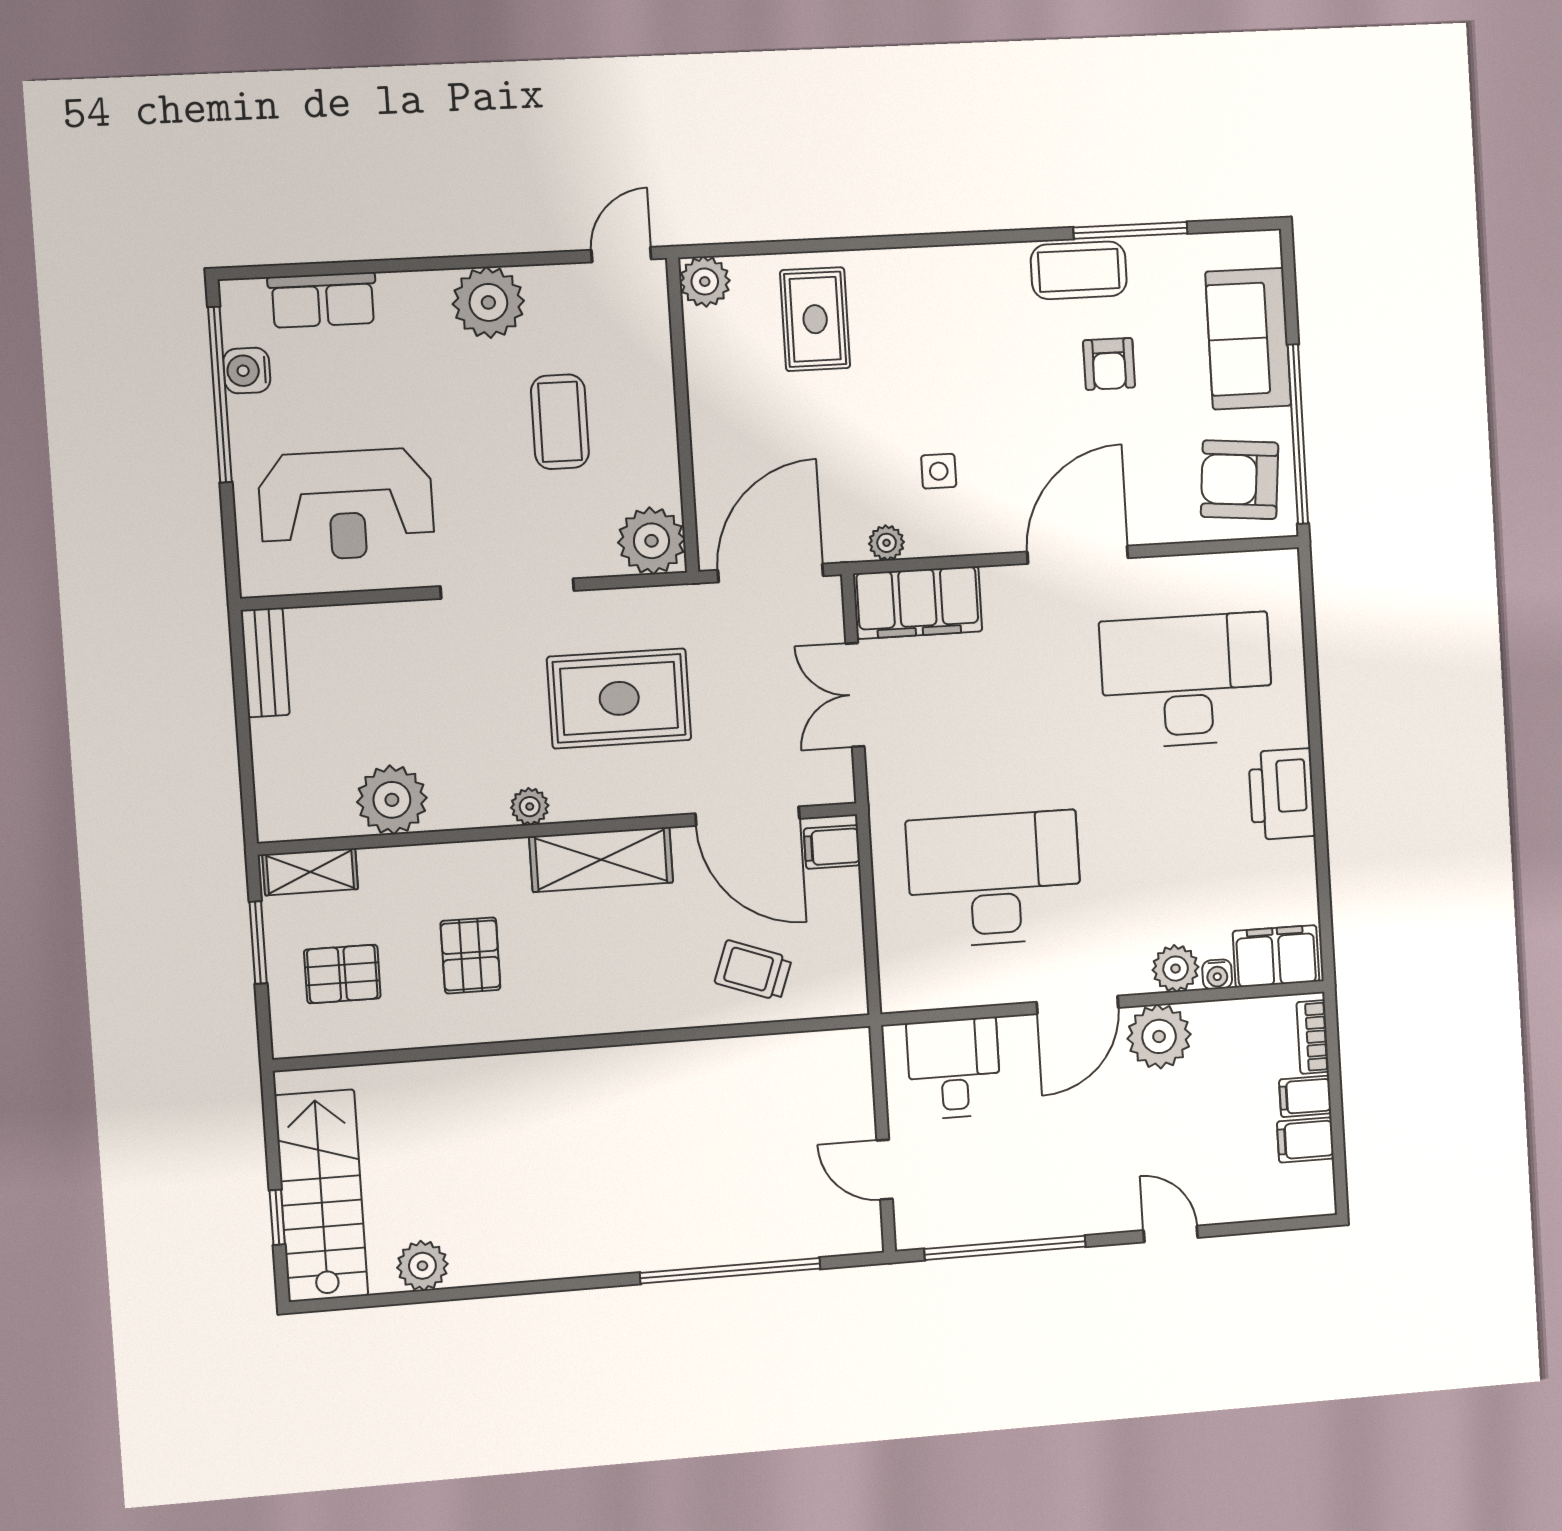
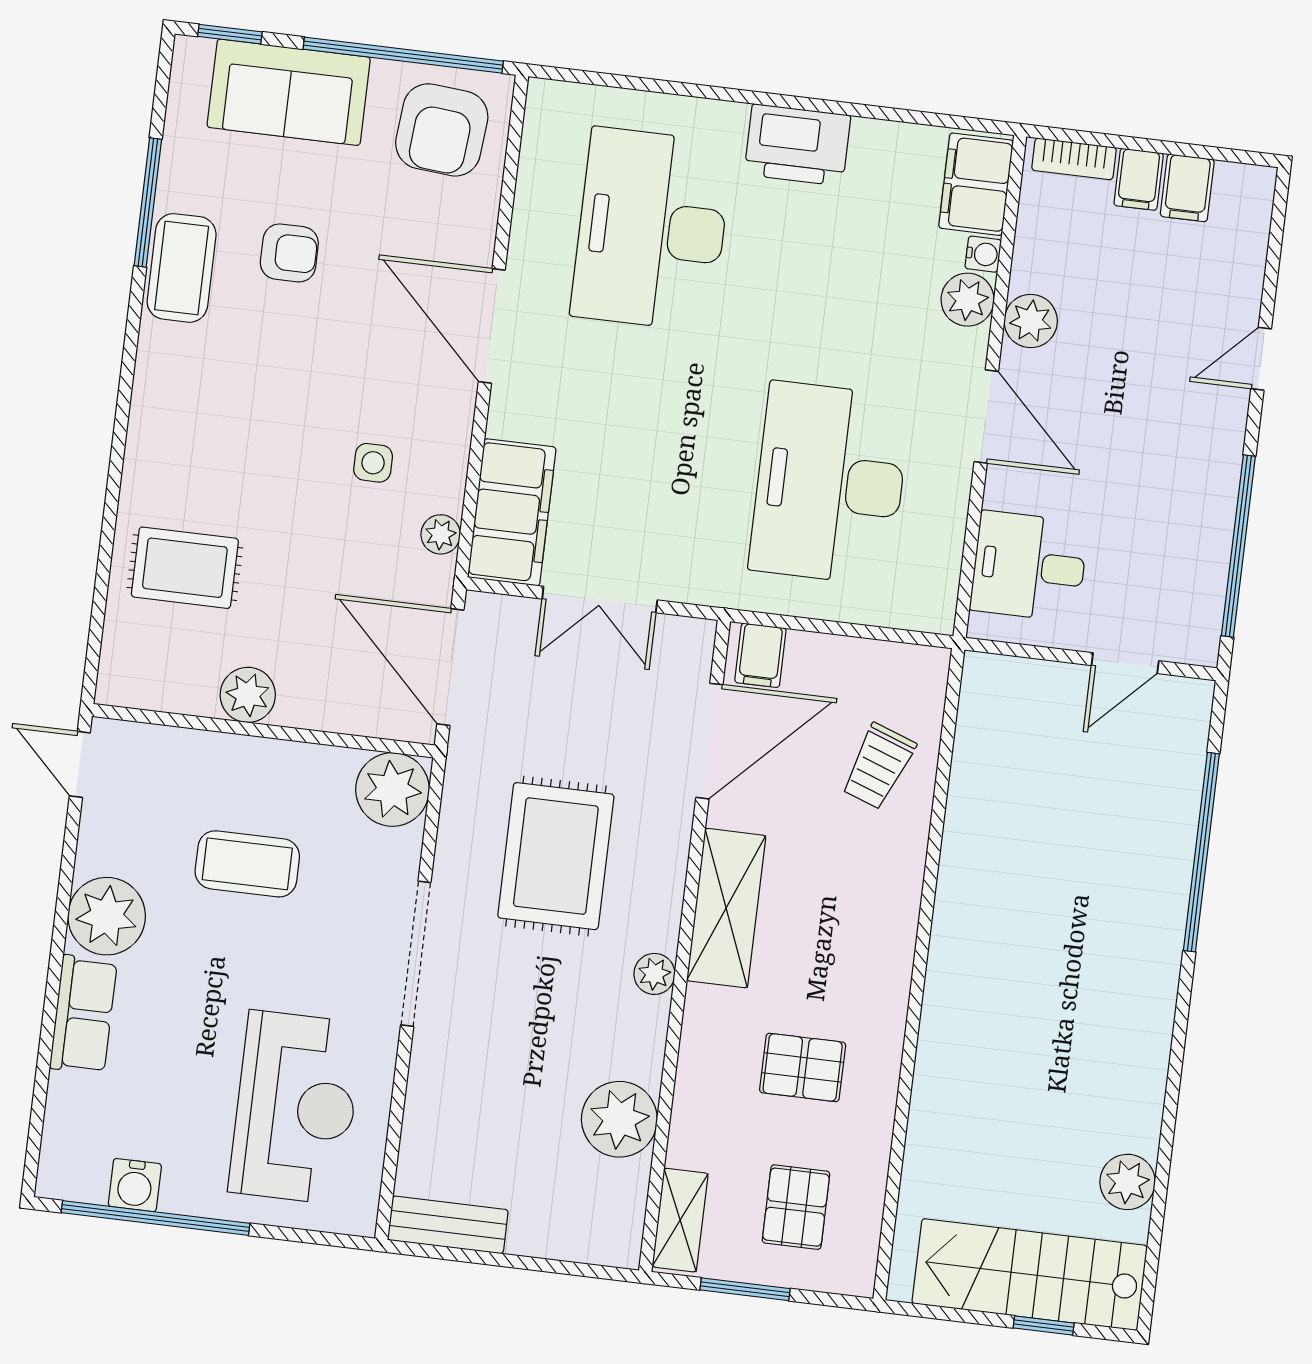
window: (1289, 278) -> (230, 34), added
plant: (705, 282) -> (248, 695), moved
row of seats: (323, 300) -> (83, 1015), moved
plant: (1159, 1036) -> (1031, 321), width x0.73, depth x0.73

